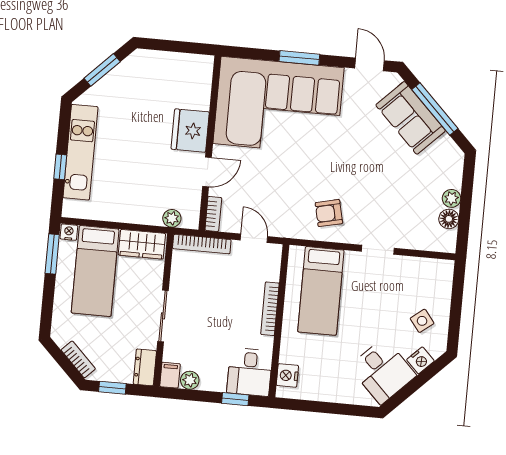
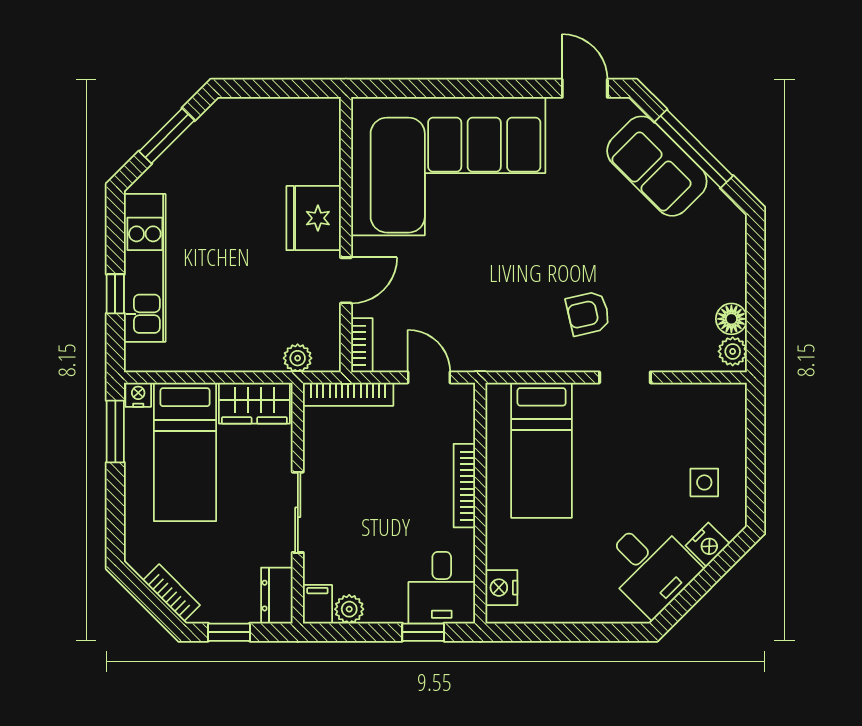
window: (299, 58) -> (474, 88), removed
plant: (451, 198) -> (733, 351), moved
armchair: (329, 213) -> (588, 313), moved
side table: (422, 321) -> (704, 482), turned 38

